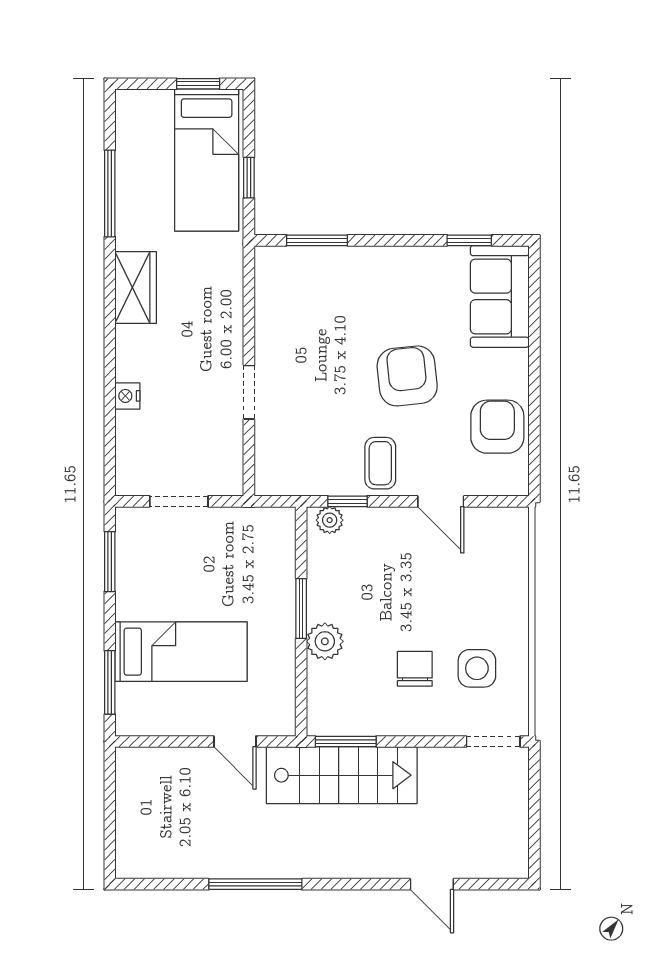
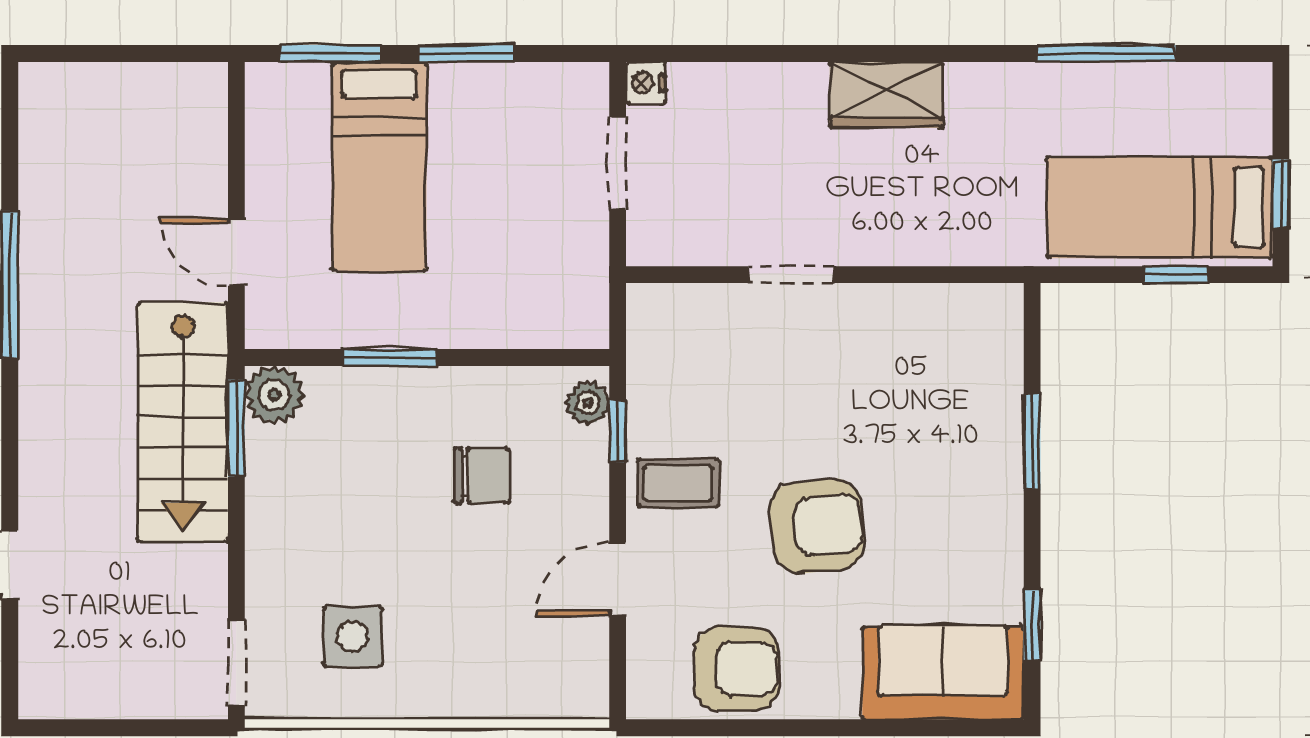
window: (249, 178) -> (1176, 275), moved
window: (317, 240) -> (1032, 442), moved
wardrobe: (136, 288) -> (887, 95), moved
nightstand: (127, 396) -> (646, 83), moved, turned -90
window: (110, 562) -> (466, 54), moved
window: (301, 608) -> (389, 357), moved
plant: (325, 641) -> (274, 395), moved
chair: (415, 669) -> (481, 475), moved
door: (235, 742) -> (236, 252), hinge flipped

